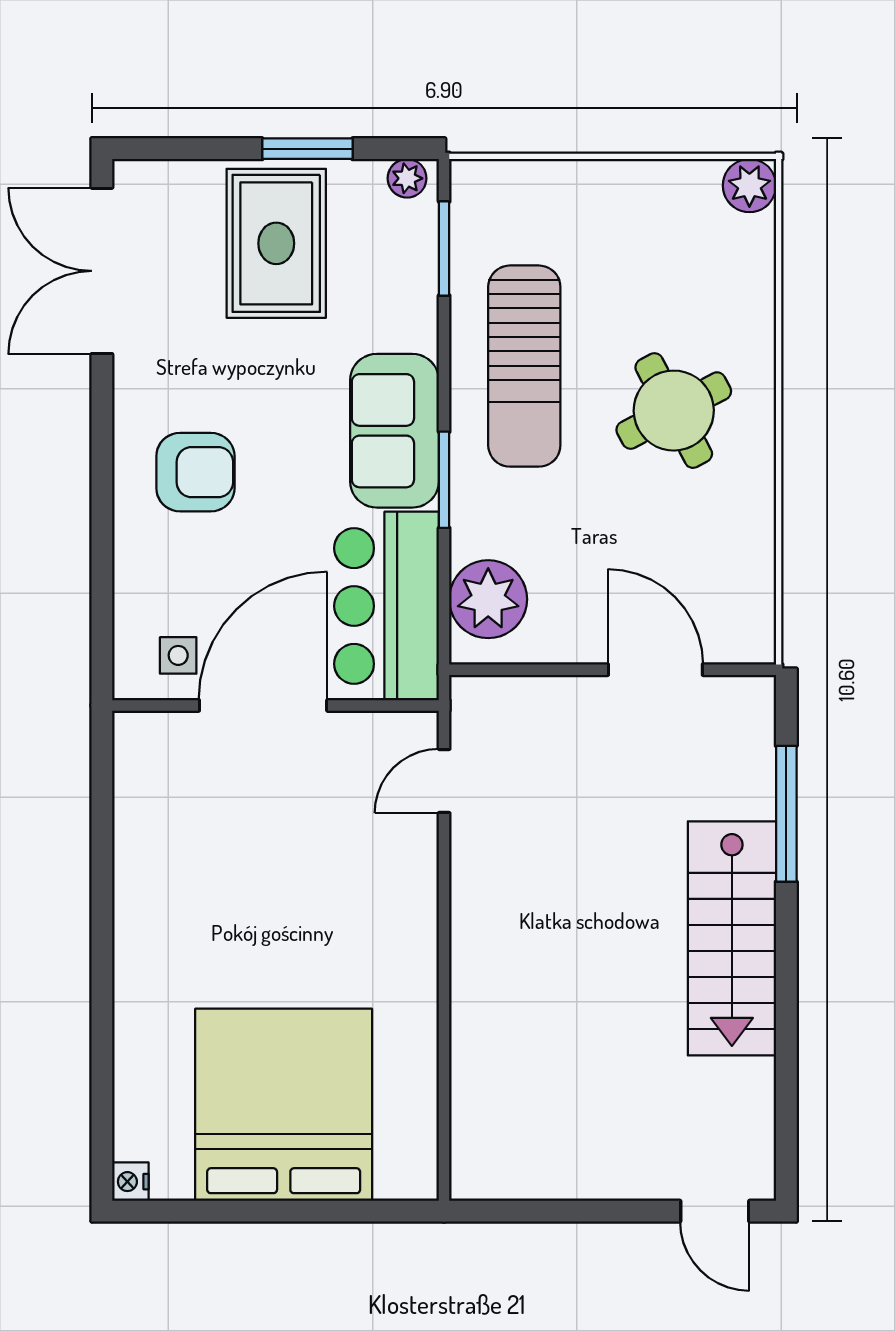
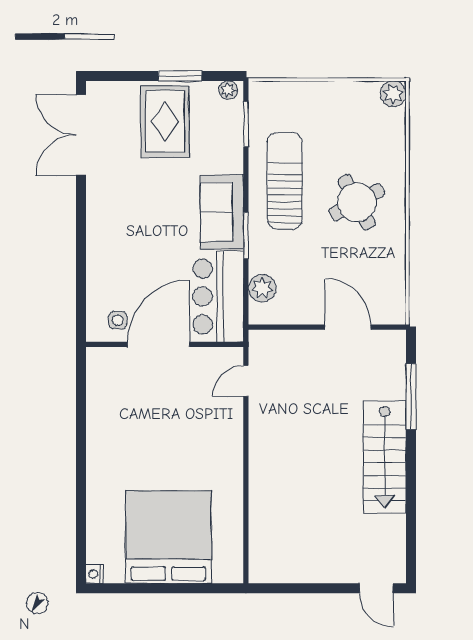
sun lounger: (524, 366) -> (285, 181), turned 180
armchair: (195, 472) -> (126, 232), removed
plant: (488, 599) -> (262, 288), width x0.73, depth x0.73

